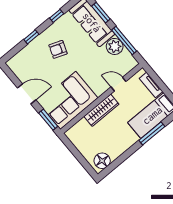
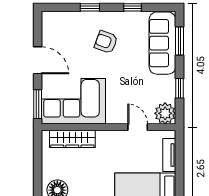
window: (124, 41) -> (180, 88), width x0.46
plant: (115, 46) -> (165, 113), moved
wardrobe: (101, 110) -> (72, 139), moved

